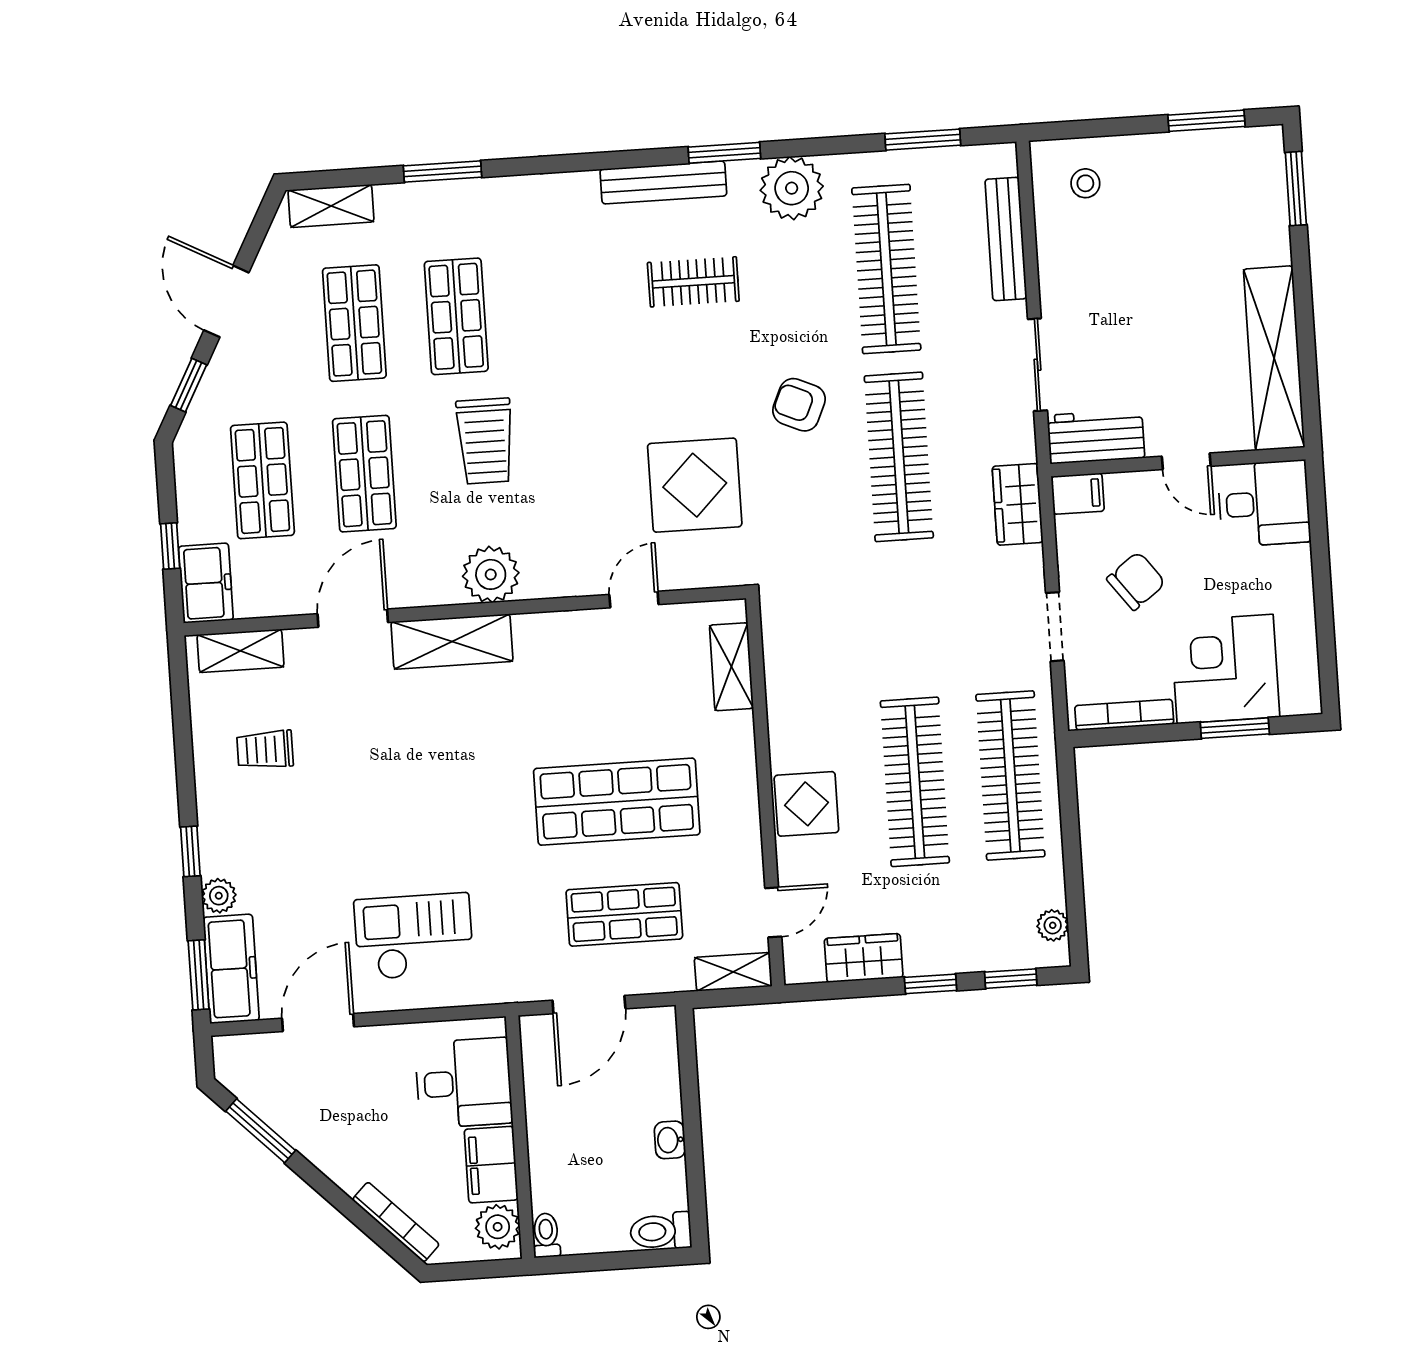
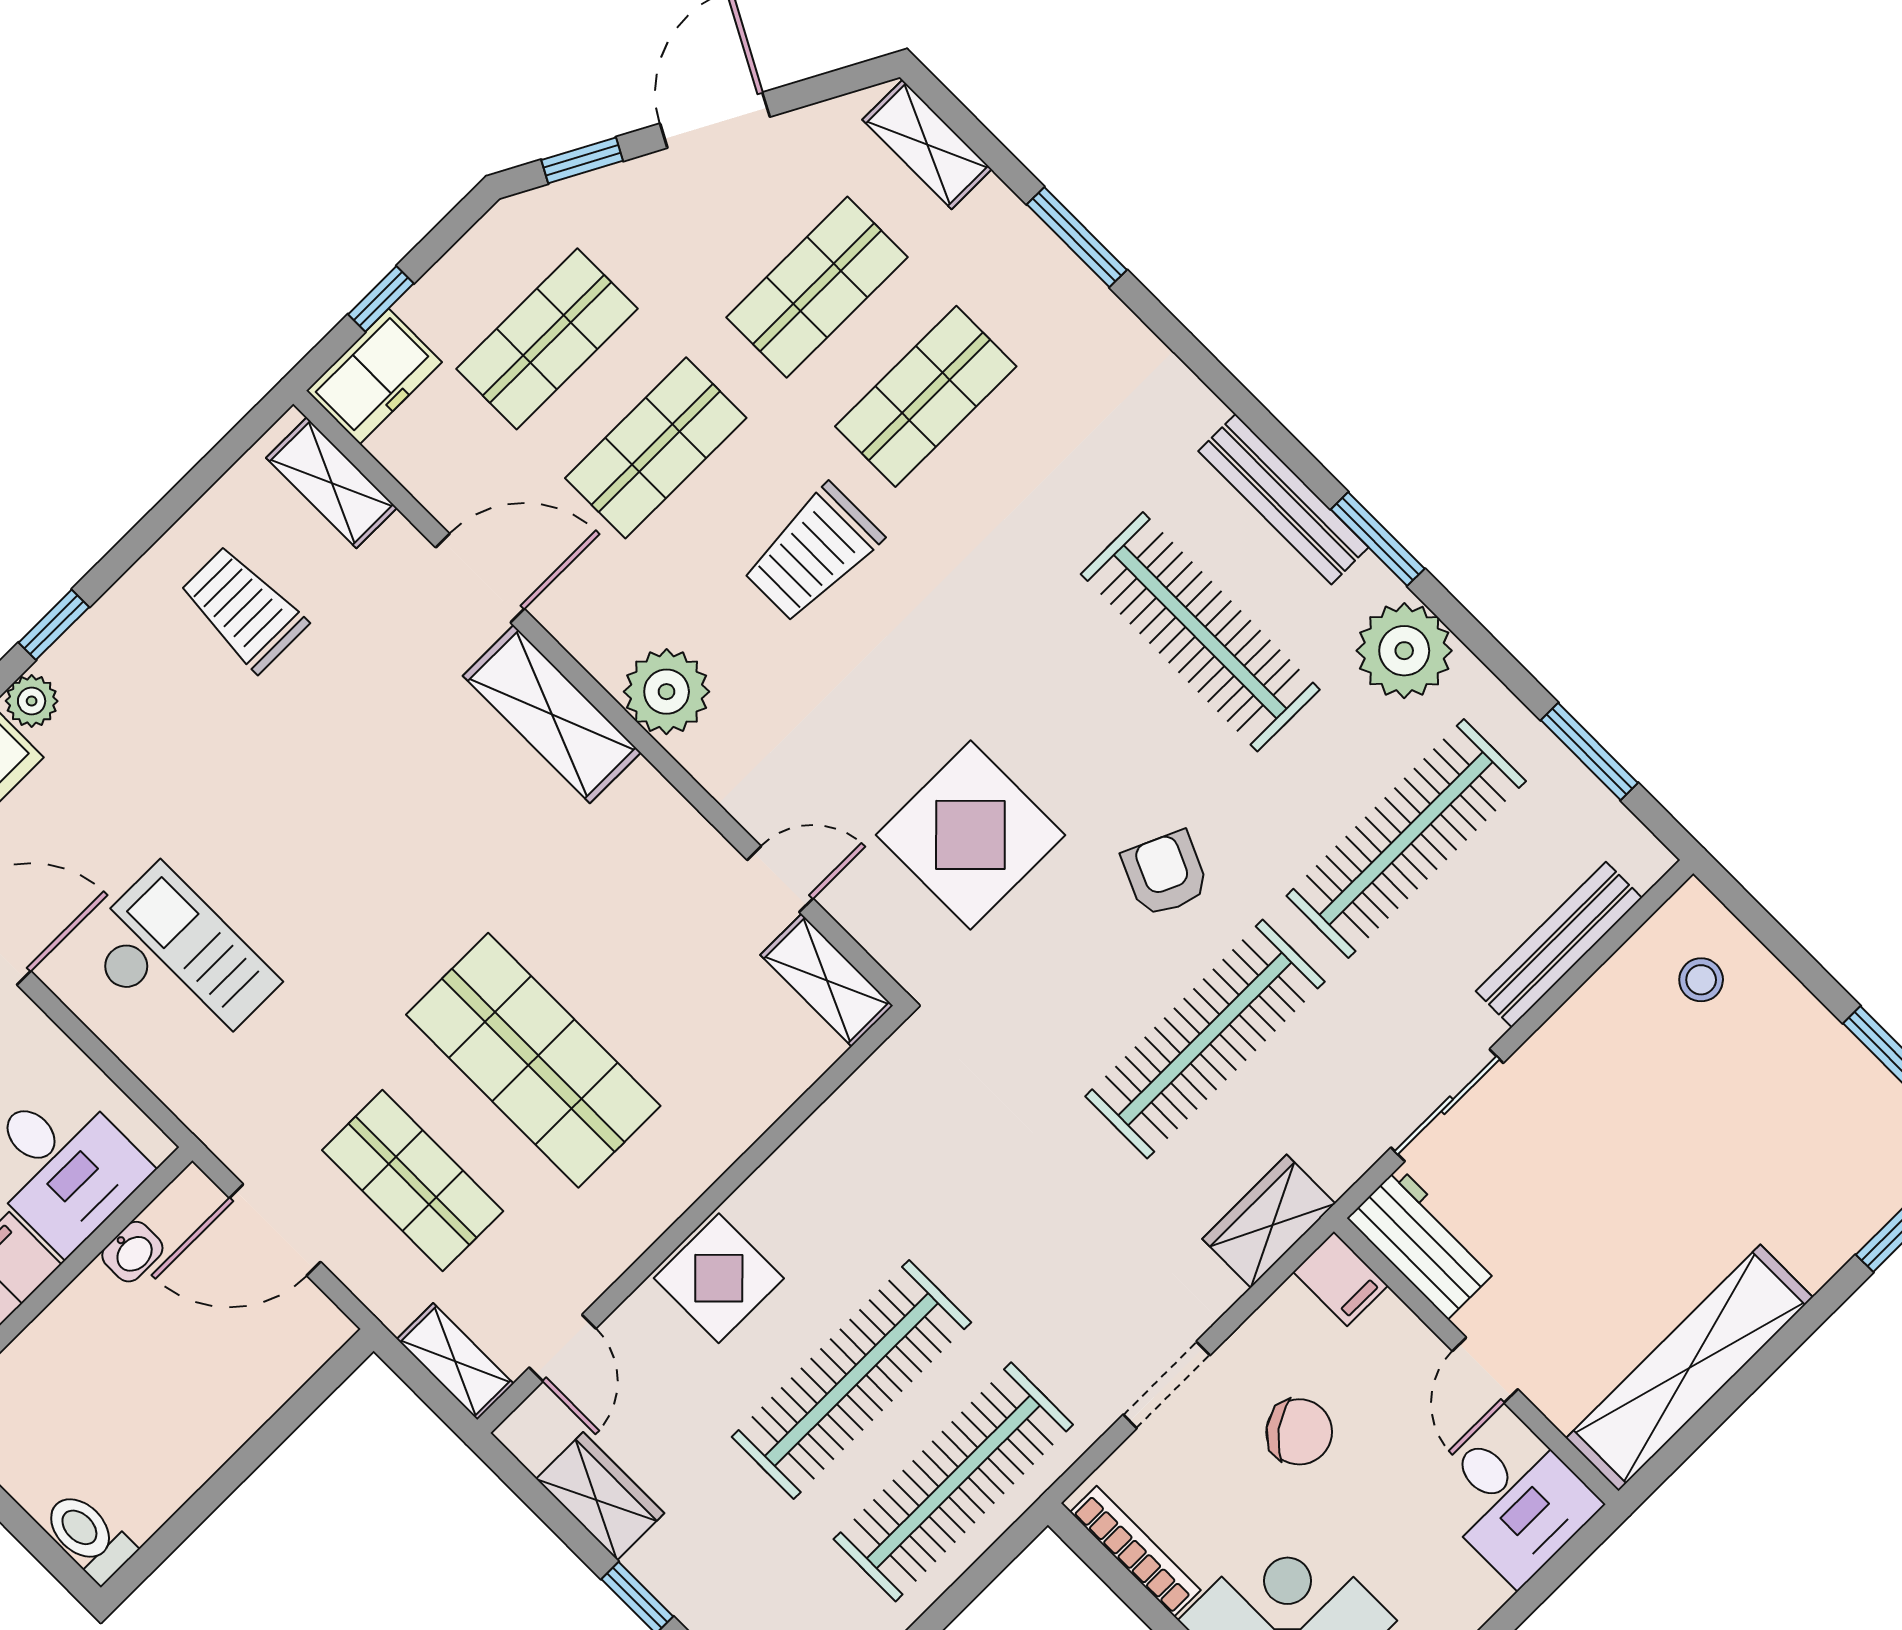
clothes rail: (693, 282) -> (1200, 632), width x1.86, depth x1.31
shelving: (731, 667) -> (827, 980), moved, turned 90
trolley: (265, 750) -> (244, 609), width x1.36, depth x1.39
door: (773, 912) -> (563, 1348), hinge flipped
washbasin: (670, 1140) -> (132, 1252), moved, turned 180

